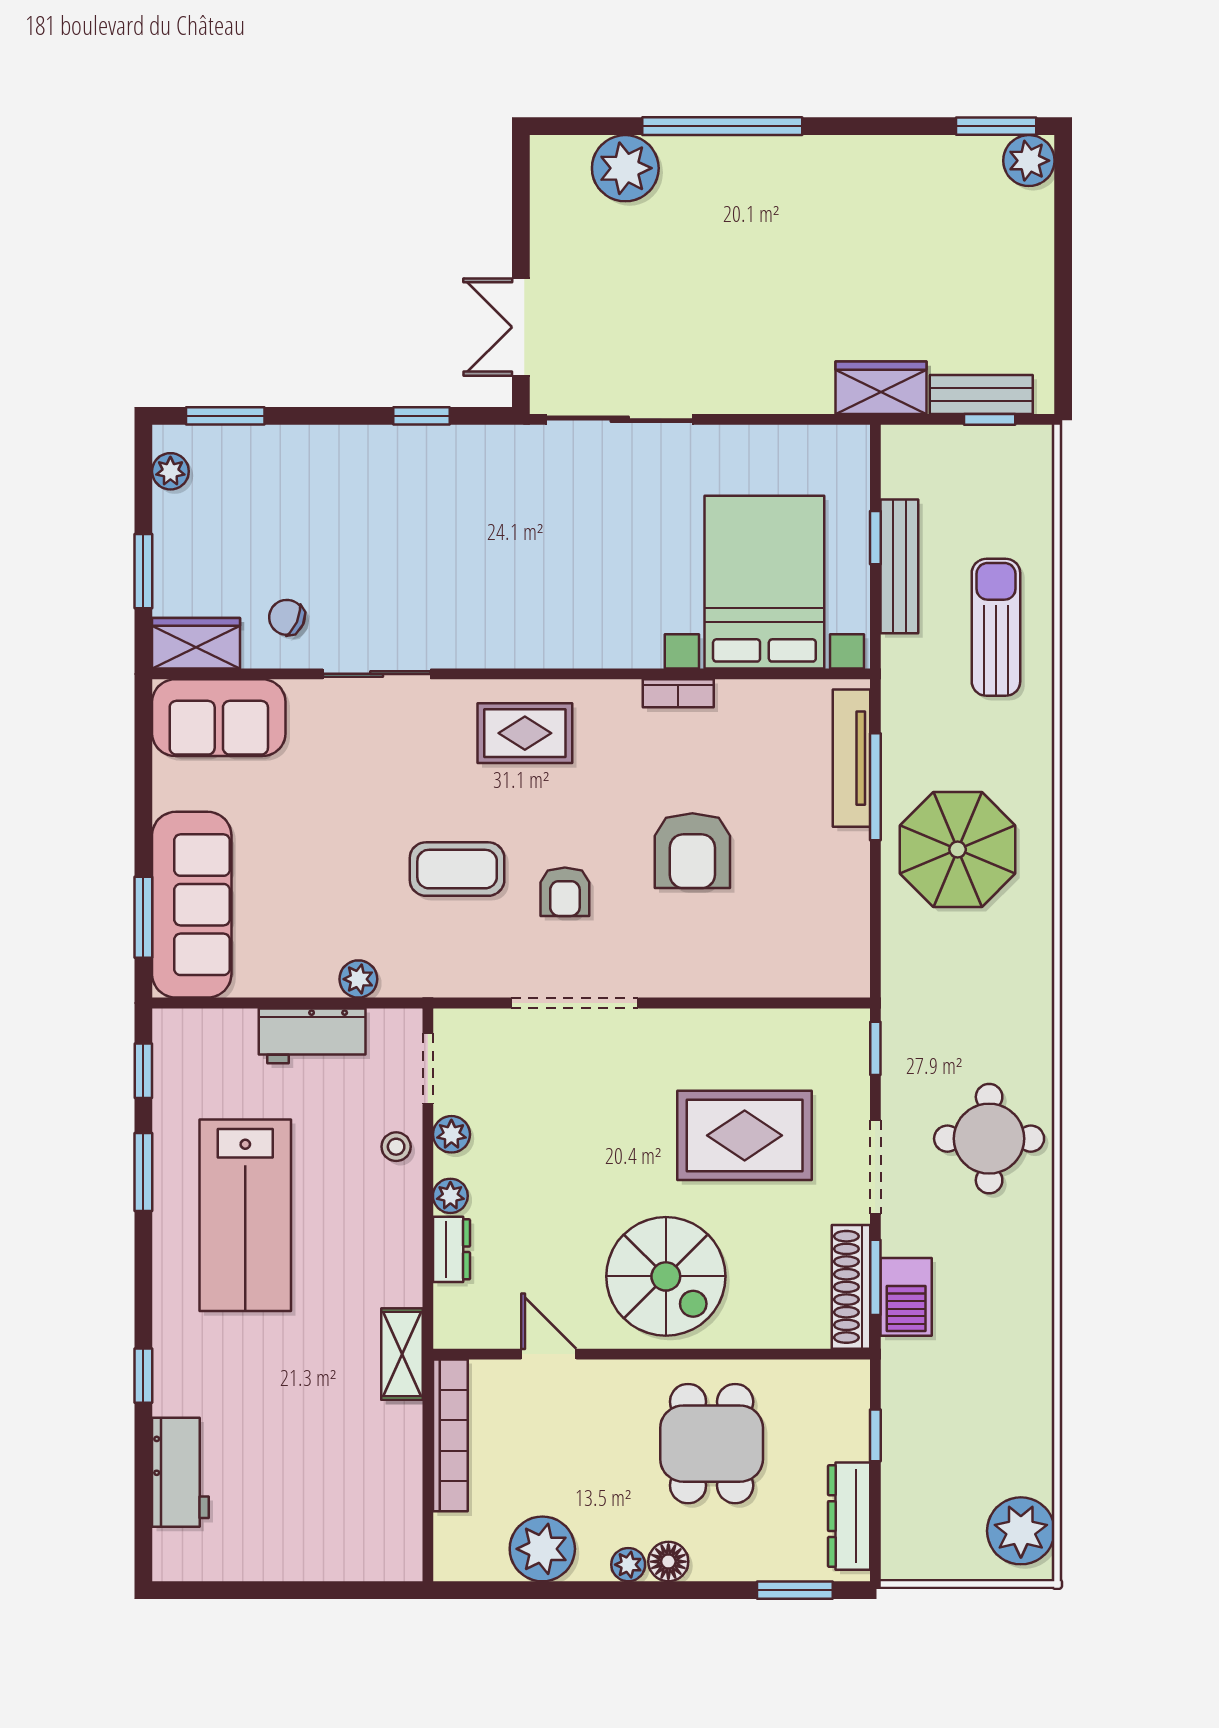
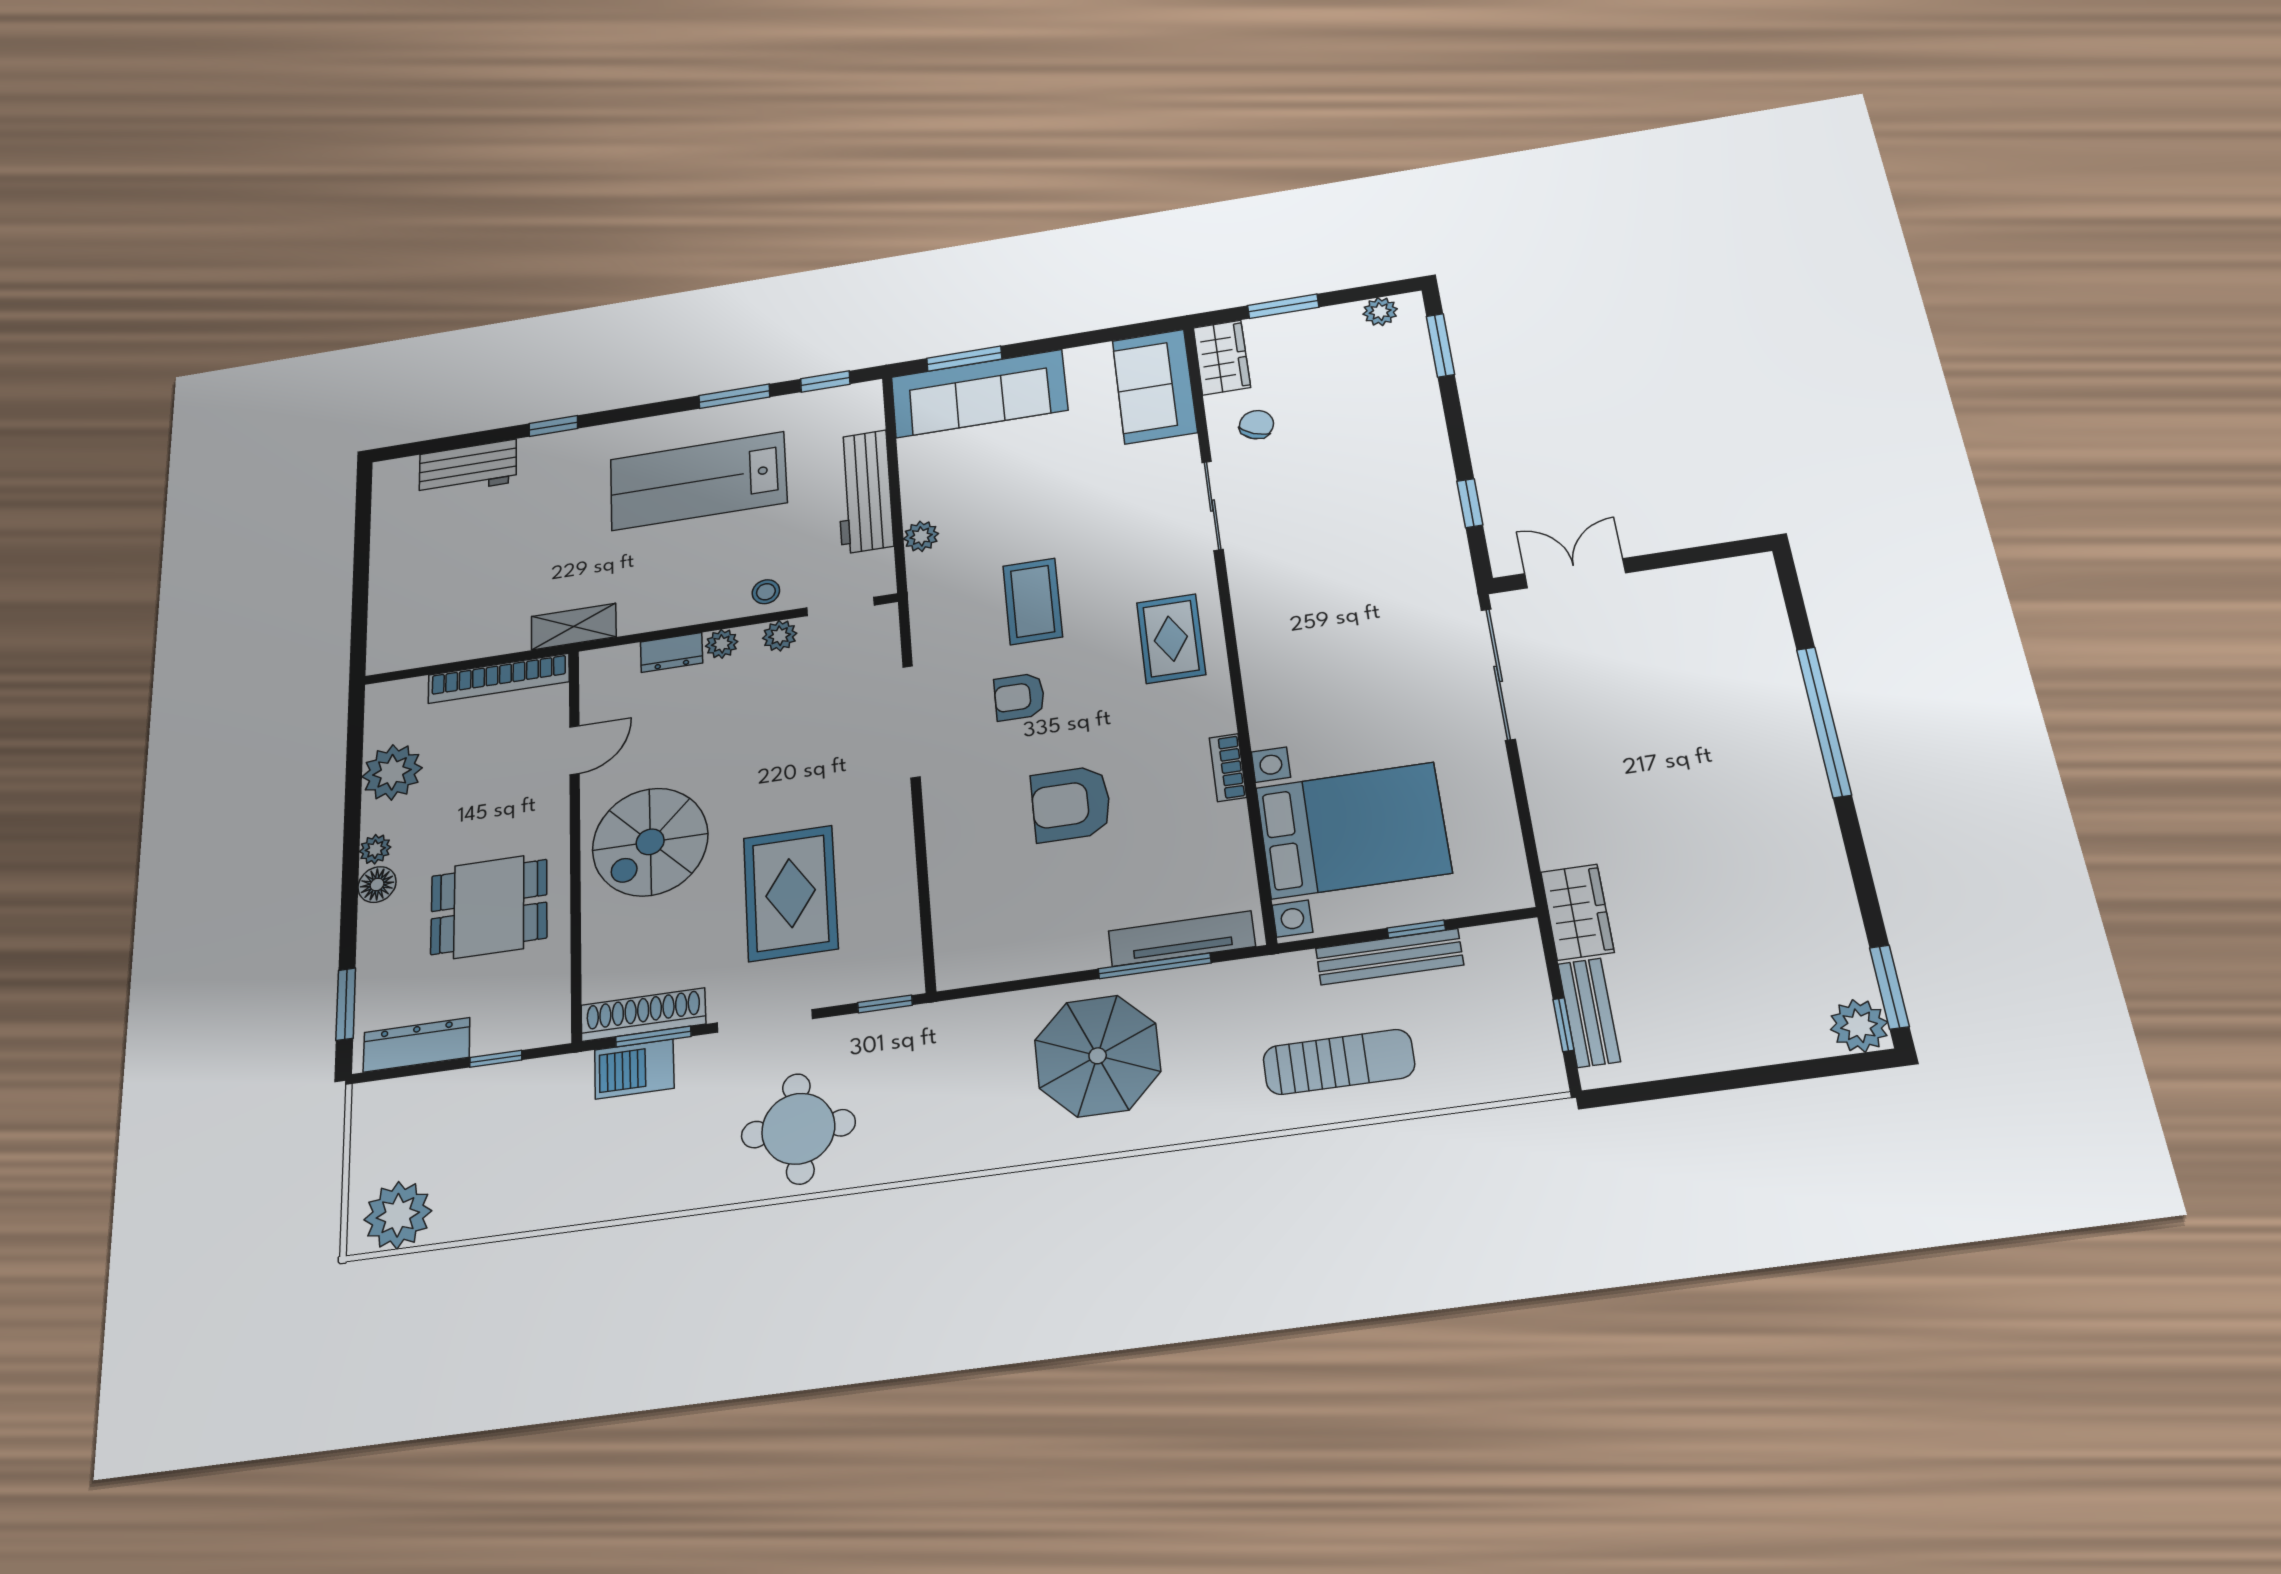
plant: (625, 168) -> (1758, 640), removed
workbench: (312, 1036) -> (864, 492), width x1.38

